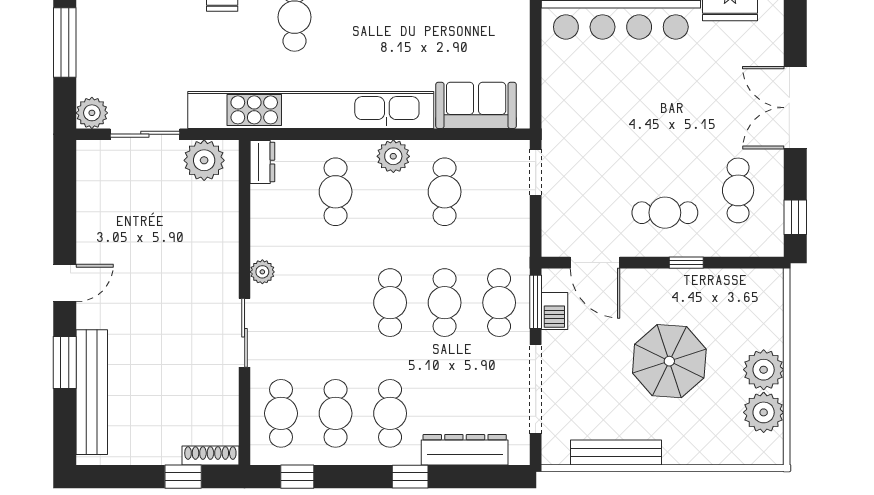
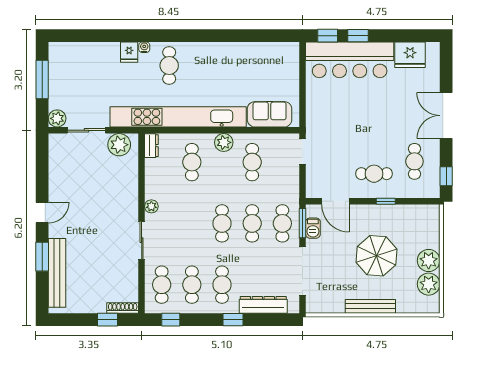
bench: (616, 453) -> (370, 306), moved

